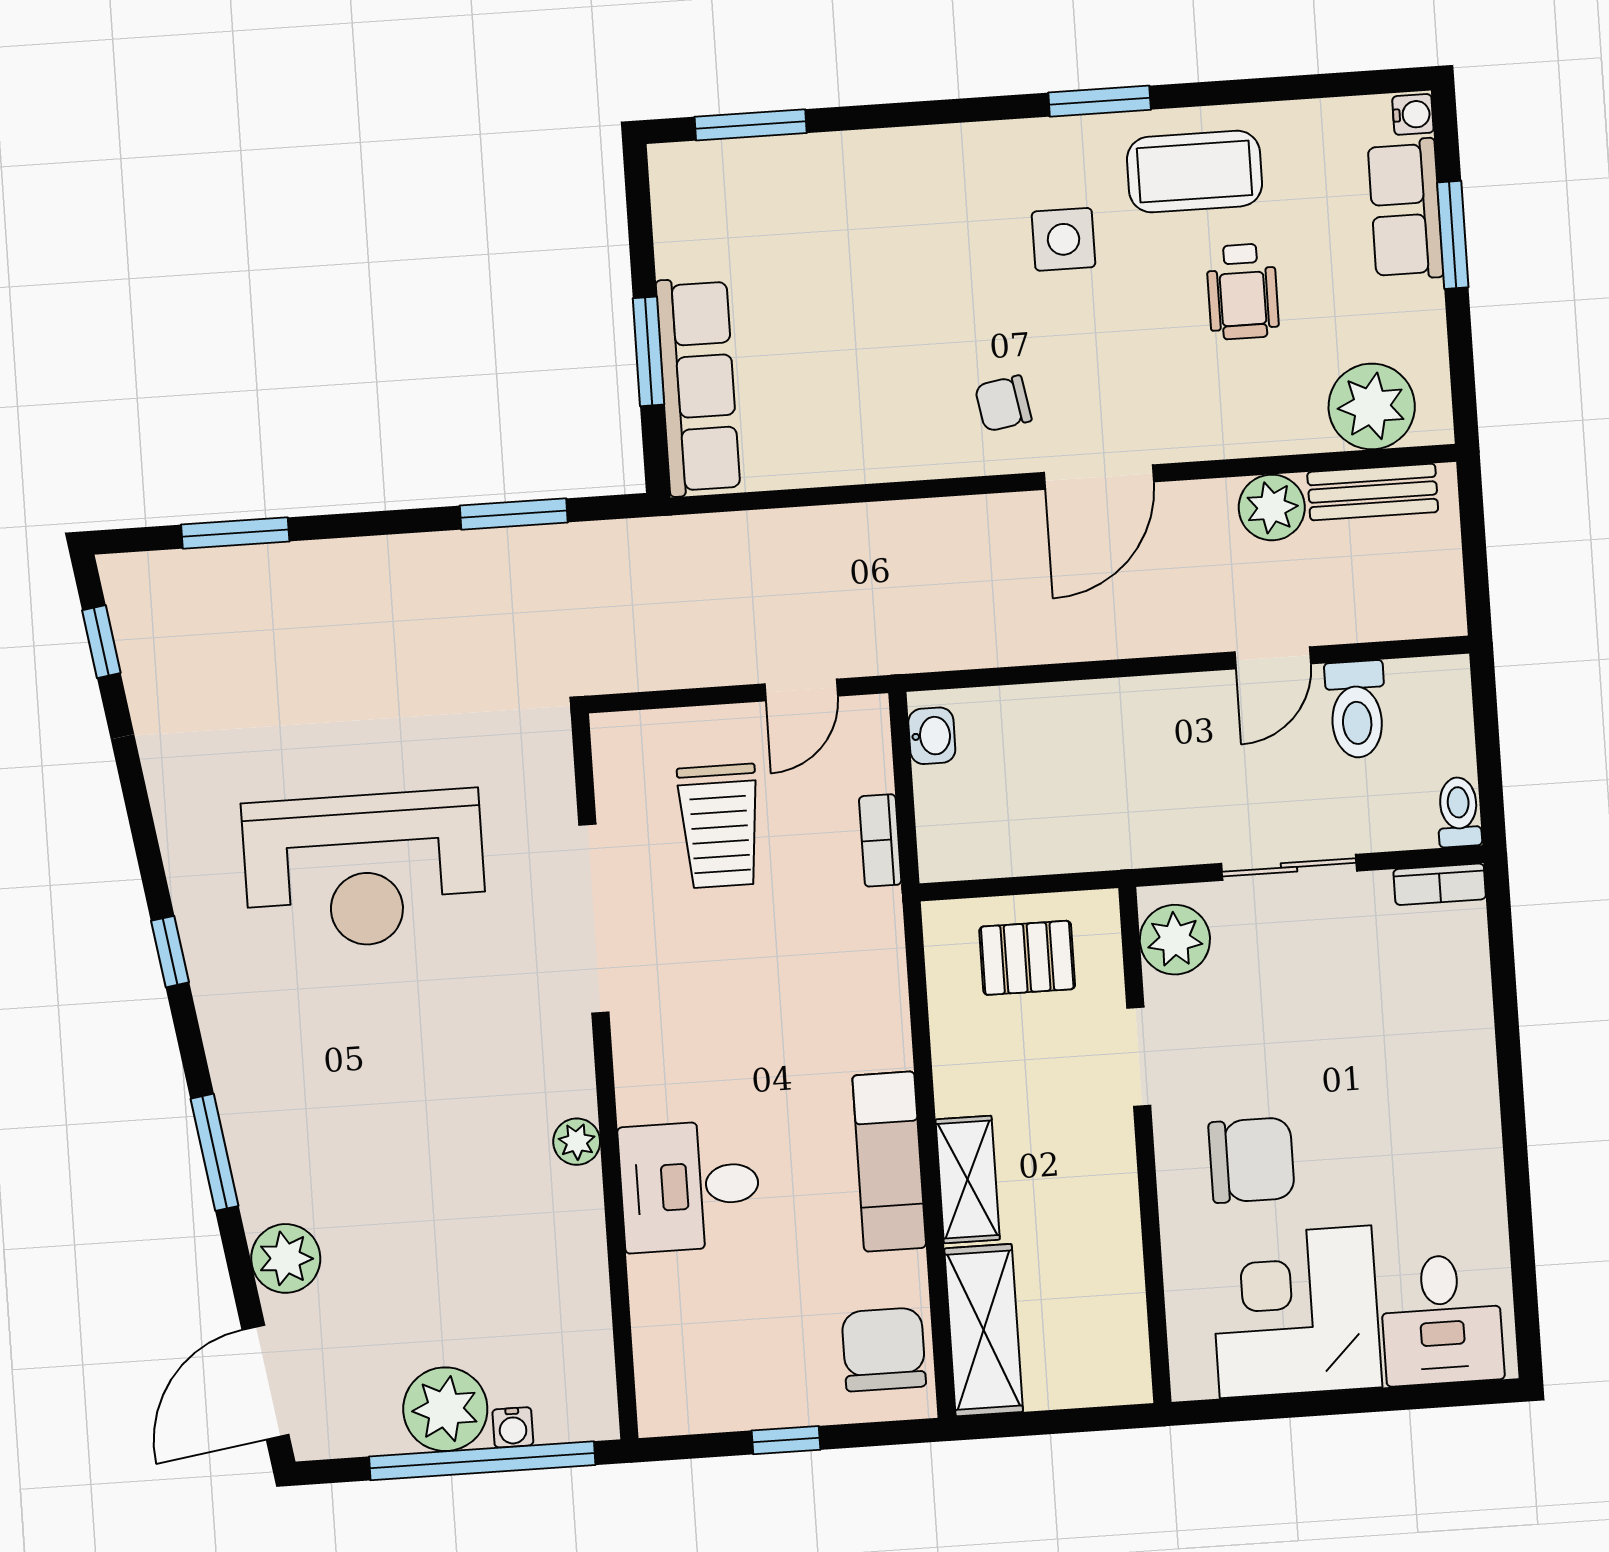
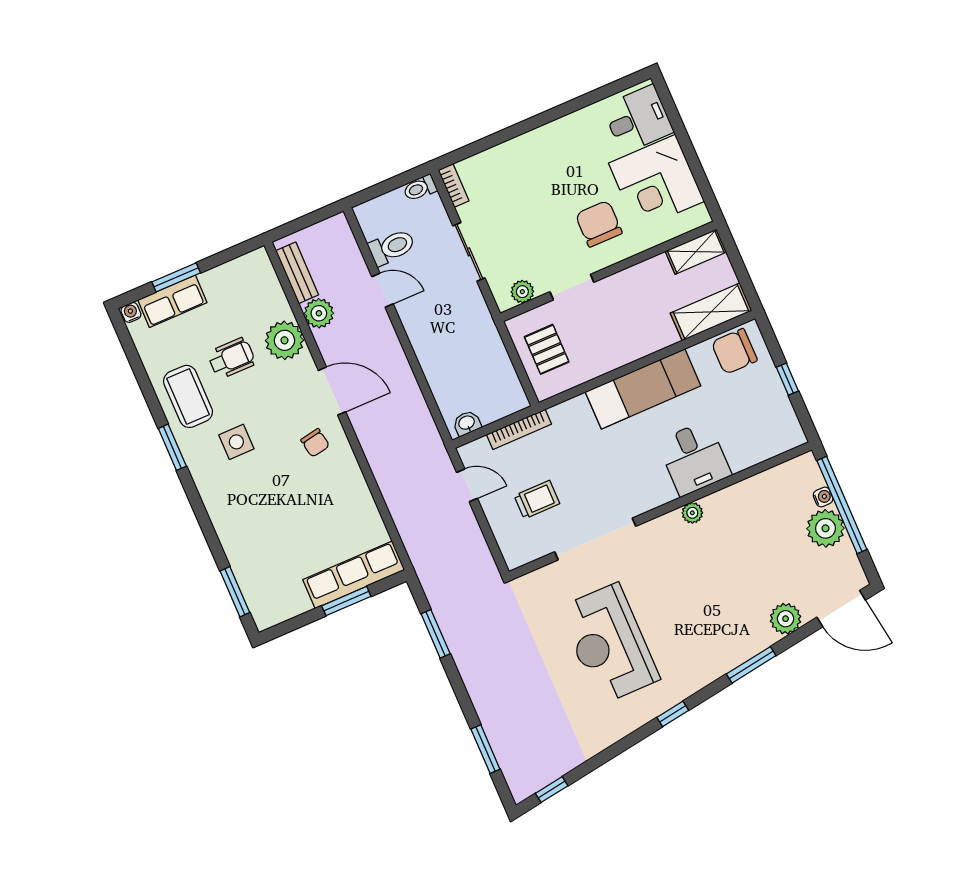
plant: (1372, 406) -> (284, 340), moved
trolley: (720, 826) -> (537, 500), width x0.73, depth x0.72
bookcase: (880, 840) -> (519, 429), width x1.56
reception desk: (364, 870) -> (609, 644), turned 180
plant: (1175, 940) -> (522, 292), width x0.73, depth x0.73
exam couch: (889, 1162) -> (643, 389), width x1.36, depth x1.45
shelving: (968, 1179) -> (696, 252), moved

